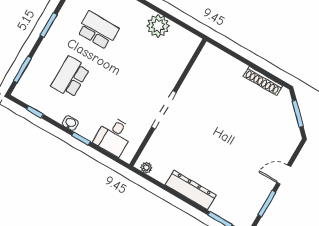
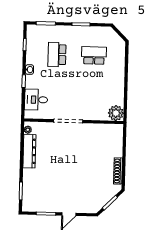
plant: (158, 26) -> (116, 113), moved
school desk: (98, 30) -> (94, 55), turned -90
school desk: (70, 77) -> (57, 55), turned -90
door: (284, 175) -> (69, 214), swing flipped
dresser: (191, 190) -> (29, 151), moved

